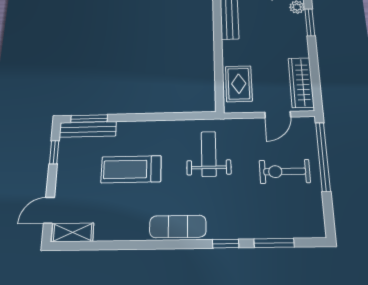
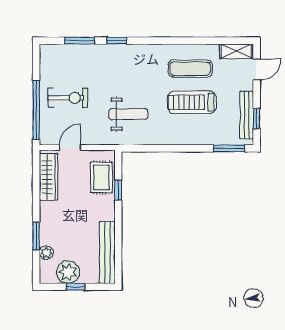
window: (219, 71) -> (118, 190), added
bench: (88, 129) -> (247, 115), moved, turned 90
weight bench: (209, 154) -> (128, 114), turned -90
treadmill: (131, 169) -> (192, 102), turned 180
exercise mat: (178, 227) -> (190, 69), moved

